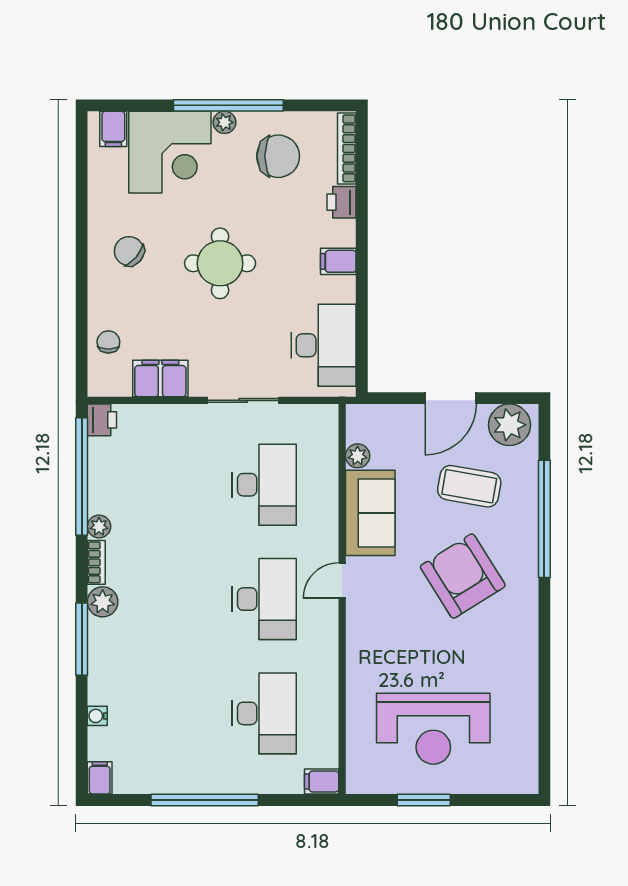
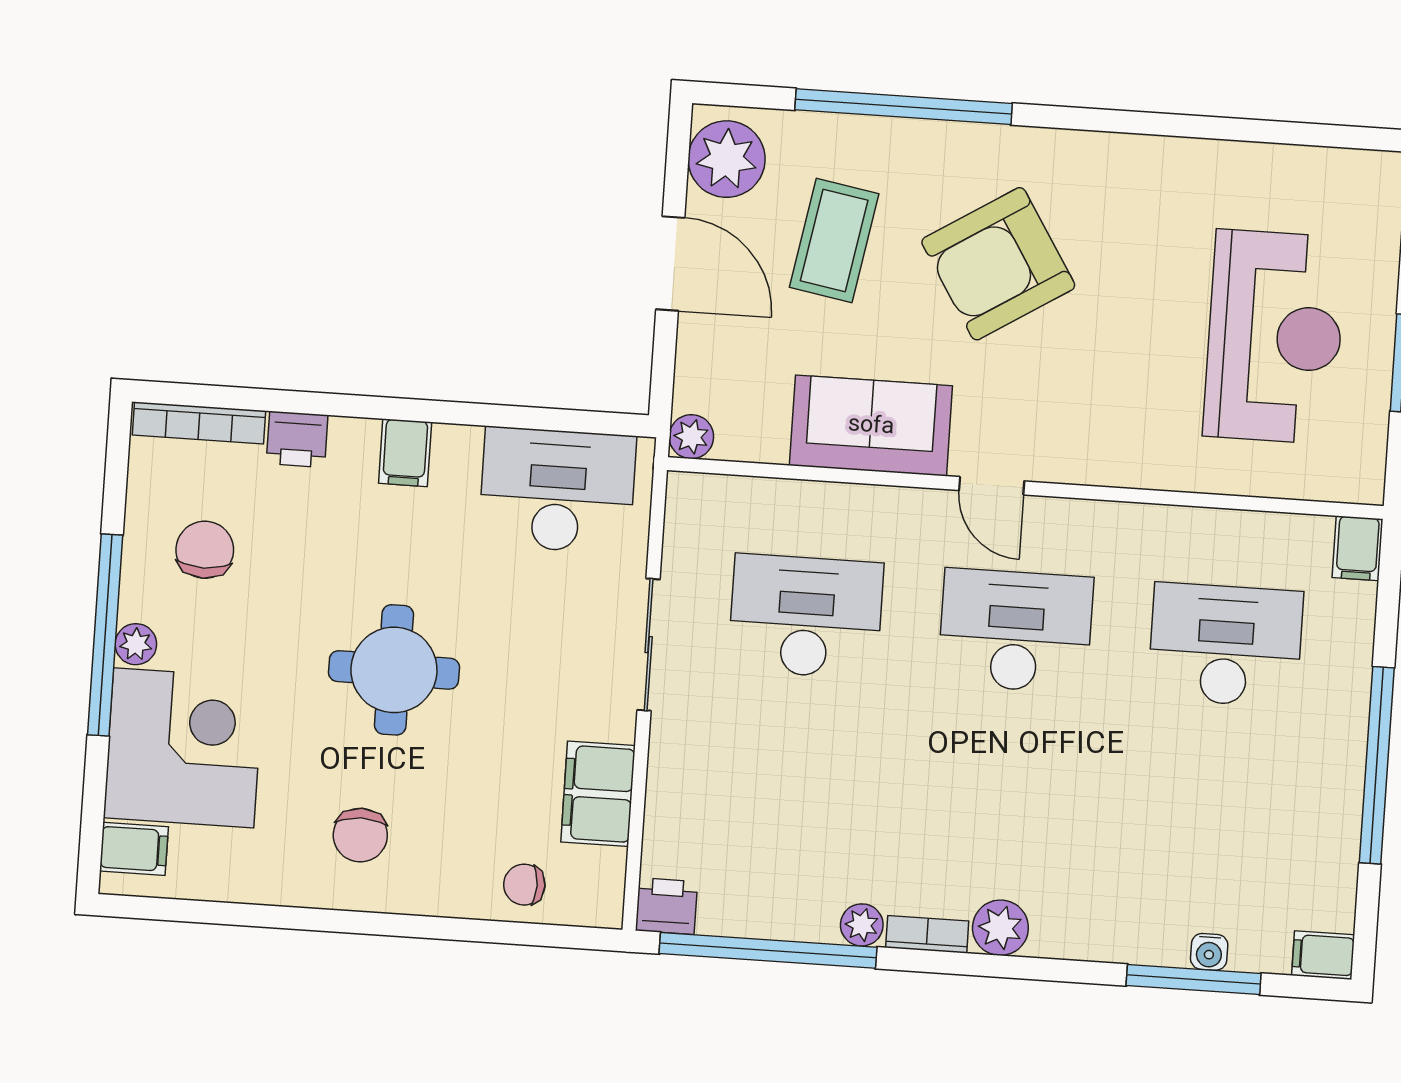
chair: (278, 156) -> (205, 550), width x0.73, depth x0.73
chair: (129, 251) -> (360, 835), turned -40
plant: (358, 456) -> (691, 437), moved
window: (82, 639) -> (1194, 979), moved

